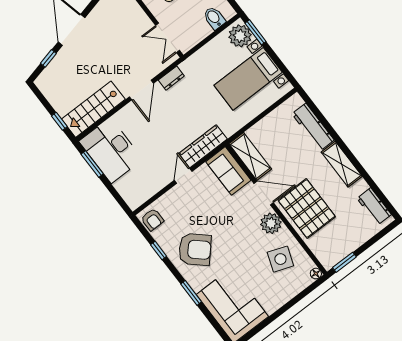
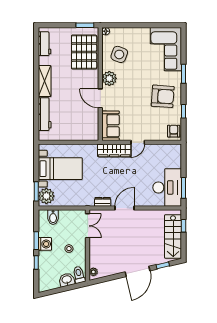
stairs: (93, 109) -> (173, 236), moved, turned 90
shelving: (250, 156) -> (92, 125), removed
pallet: (307, 209) -> (84, 52), moved
armchair: (195, 249) -> (163, 96), turned 142

